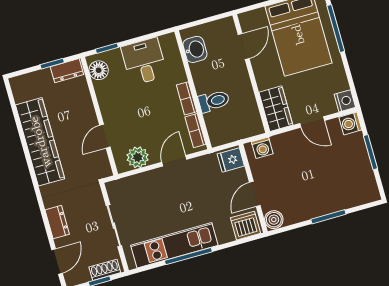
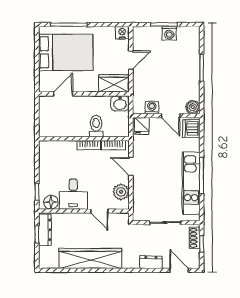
door: (244, 46) -> (63, 94), hinge flipped
washbasin: (195, 49) -> (120, 103), moved, turned 180
desk: (144, 61) -> (73, 194), moved, turned -90
dresser: (67, 71) -> (45, 230), width x1.44
washing machine: (350, 123) -> (169, 33), moved
washing machine: (262, 148) -> (152, 107), moved, turned -90

